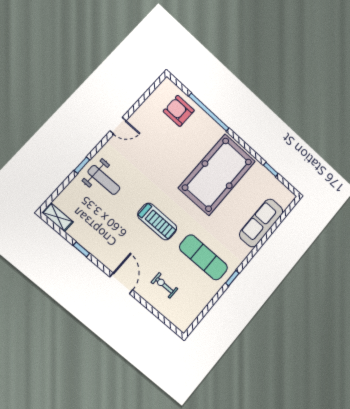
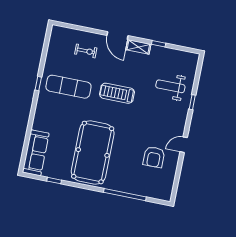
armchair: (179, 111) -> (154, 157), moved, turned 90
weight bench: (104, 180) -> (170, 86), moved
shelving: (58, 217) -> (138, 47), moved
sofa: (261, 223) -> (36, 153), moved

